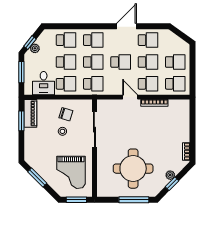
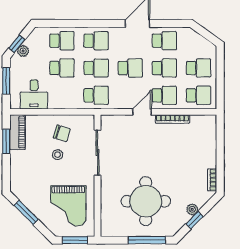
school desk: (66, 84) -> (62, 95), removed
door: (130, 97) -> (142, 112), hinge flipped

